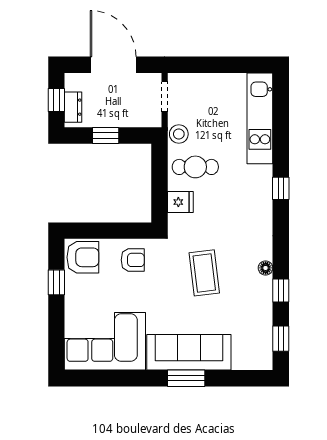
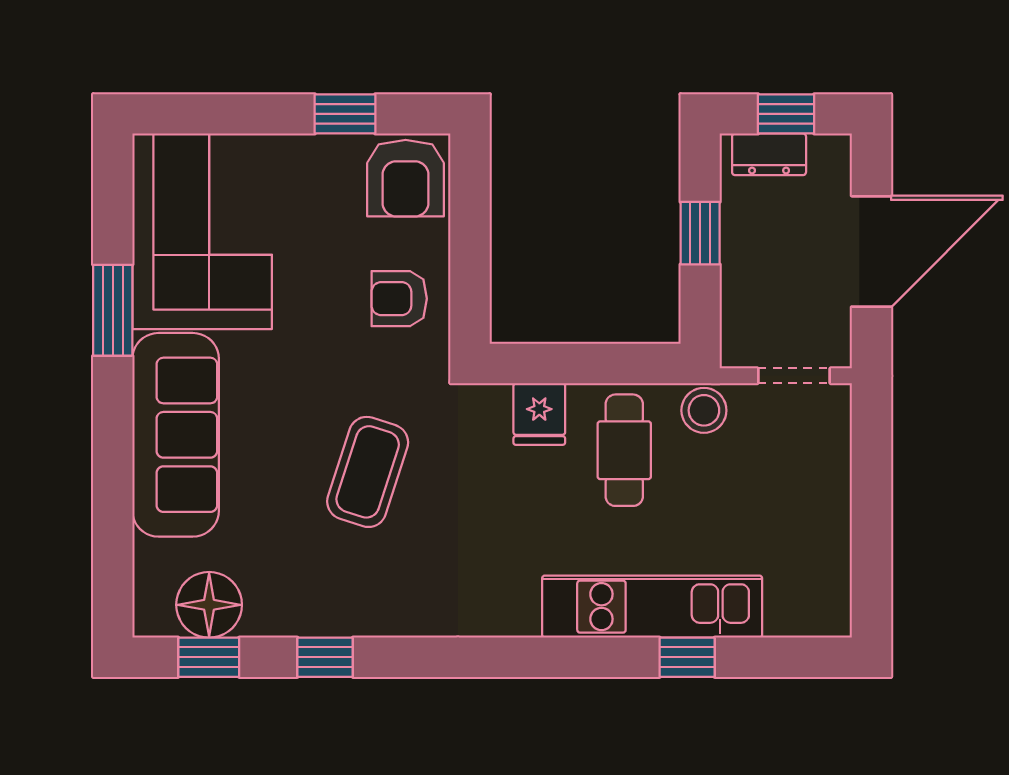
kitchen unit: (260, 118) -> (652, 607), moved
window: (281, 188) -> (687, 657), moved
armchair: (133, 260) -> (399, 299), turned 90
floor lamp: (266, 268) -> (209, 605), moved, width x1.89, depth x1.89
coffee table: (204, 273) -> (368, 472), turned -65
window: (186, 378) -> (113, 310), moved

